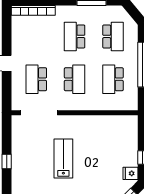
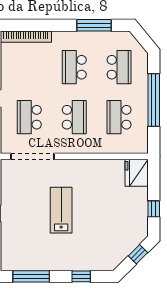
fridge: (130, 173) -> (137, 173), moved, width x1.88, depth x1.34

